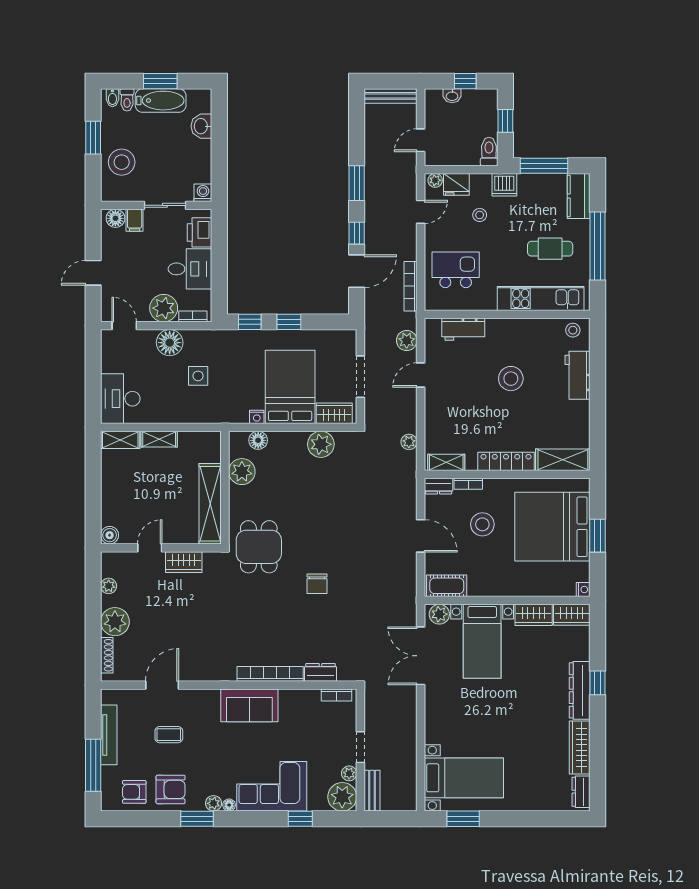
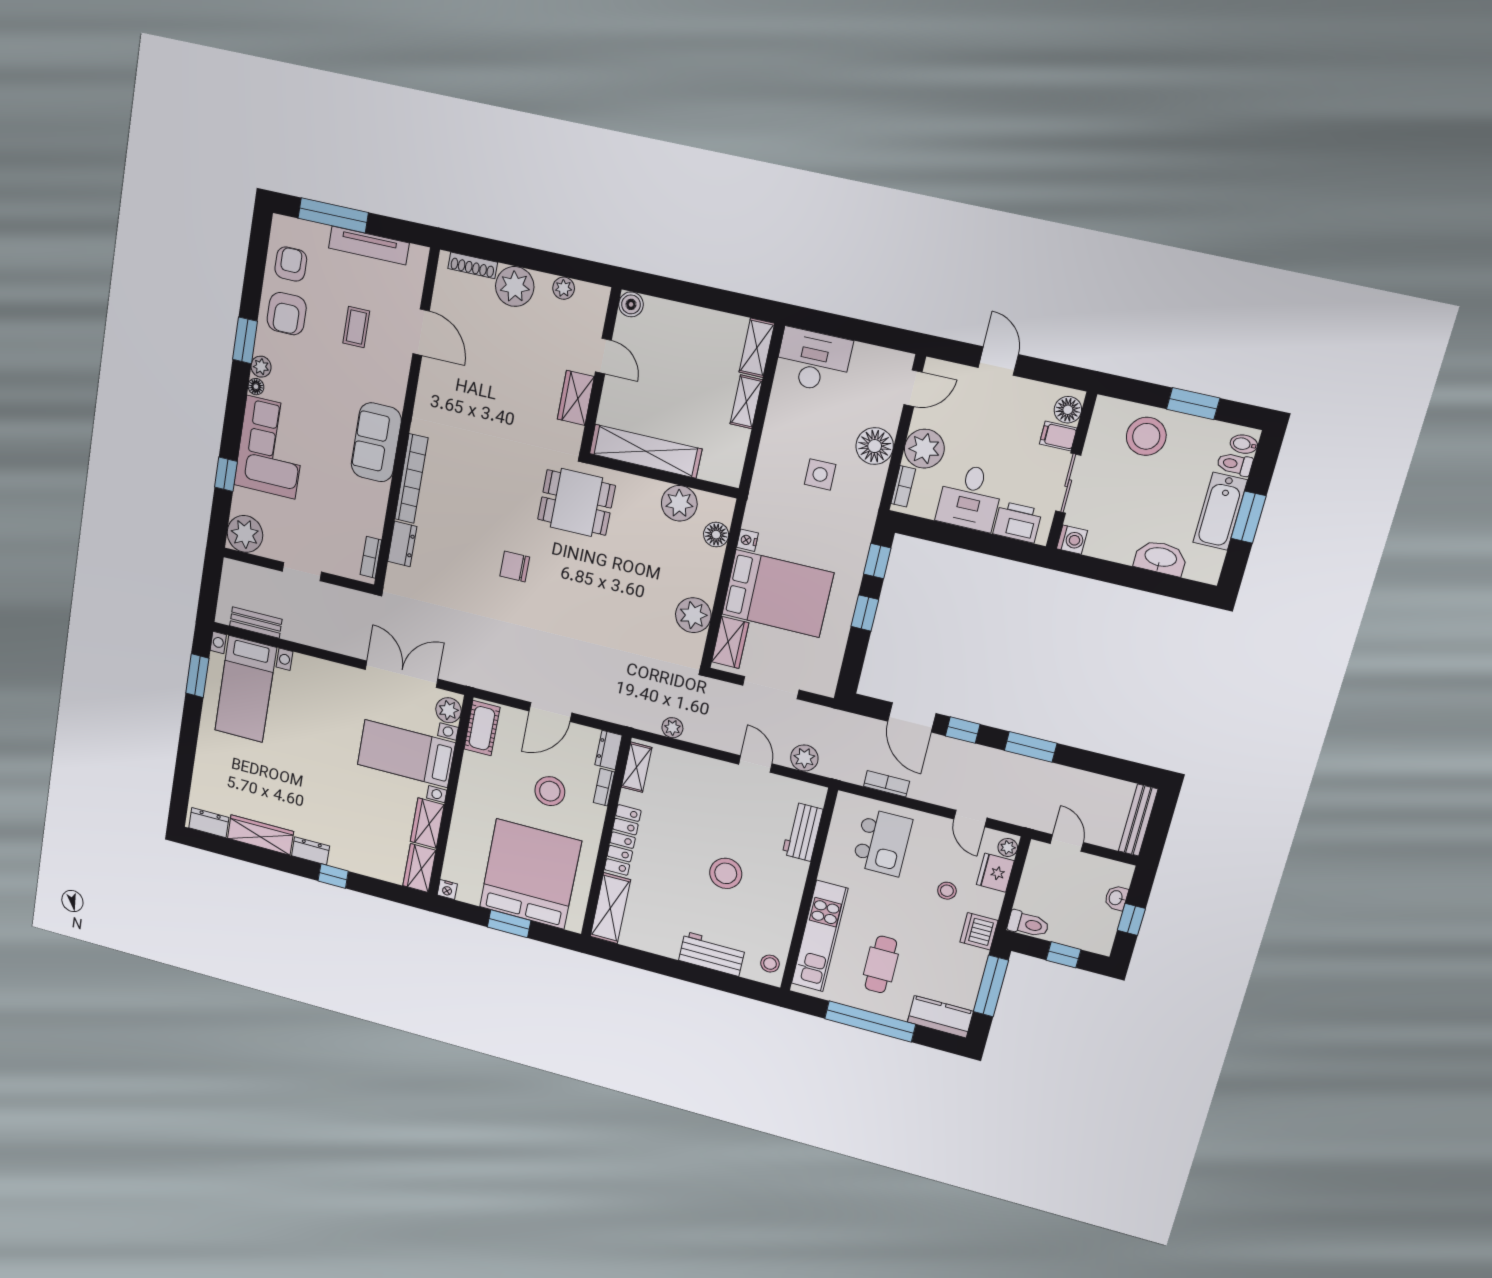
washbasin: (201, 126) -> (1161, 558), width x1.38
bookcase: (410, 286) -> (887, 784), width x0.64
dresser: (580, 690) -> (311, 851), width x0.51, depth x0.80
plant: (349, 773) -> (272, 550), removed
bench: (372, 791) -> (256, 623), moved

